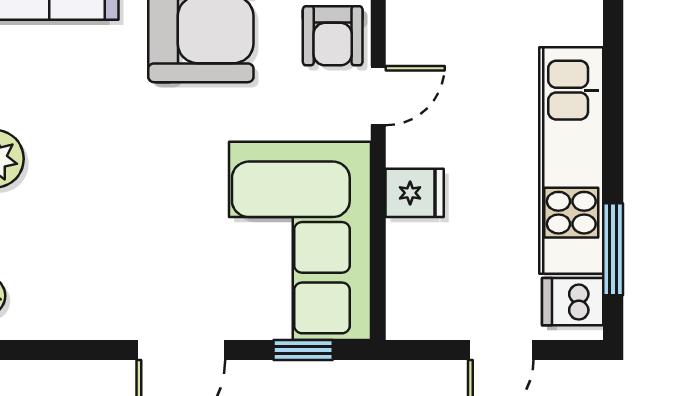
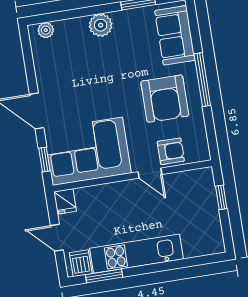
armchair: (333, 36) -> (171, 151), turned 180
fridge: (415, 193) -> (65, 201), moved

